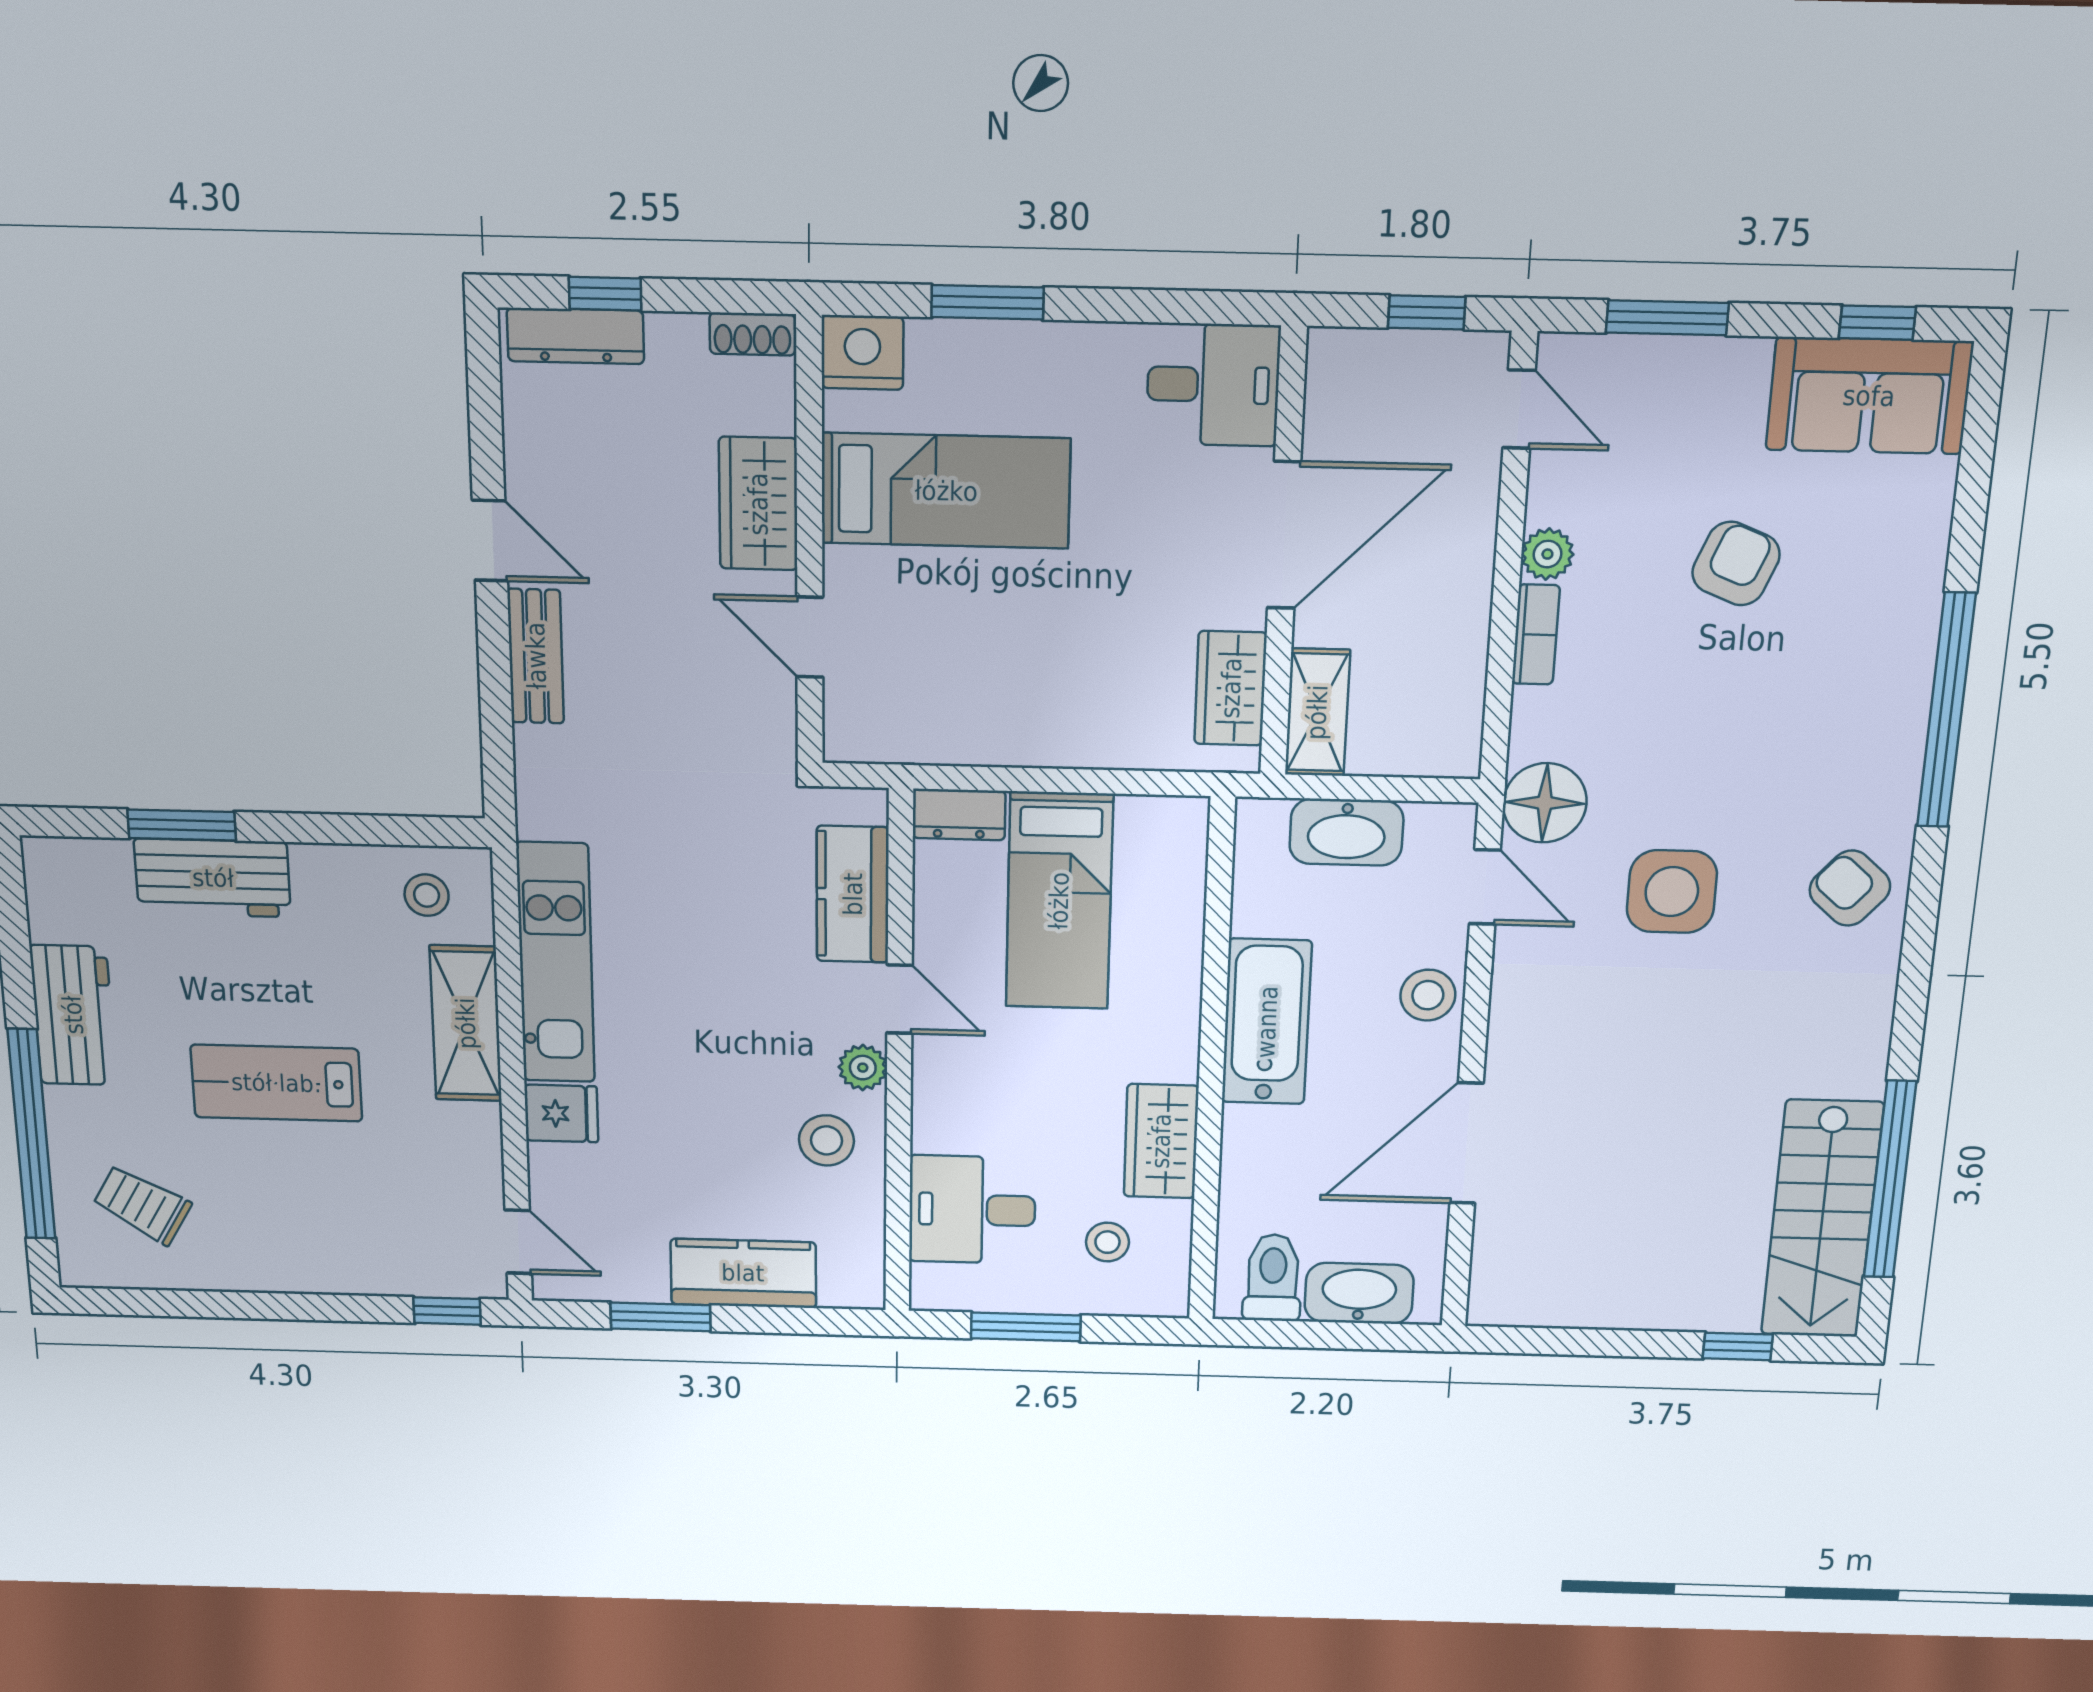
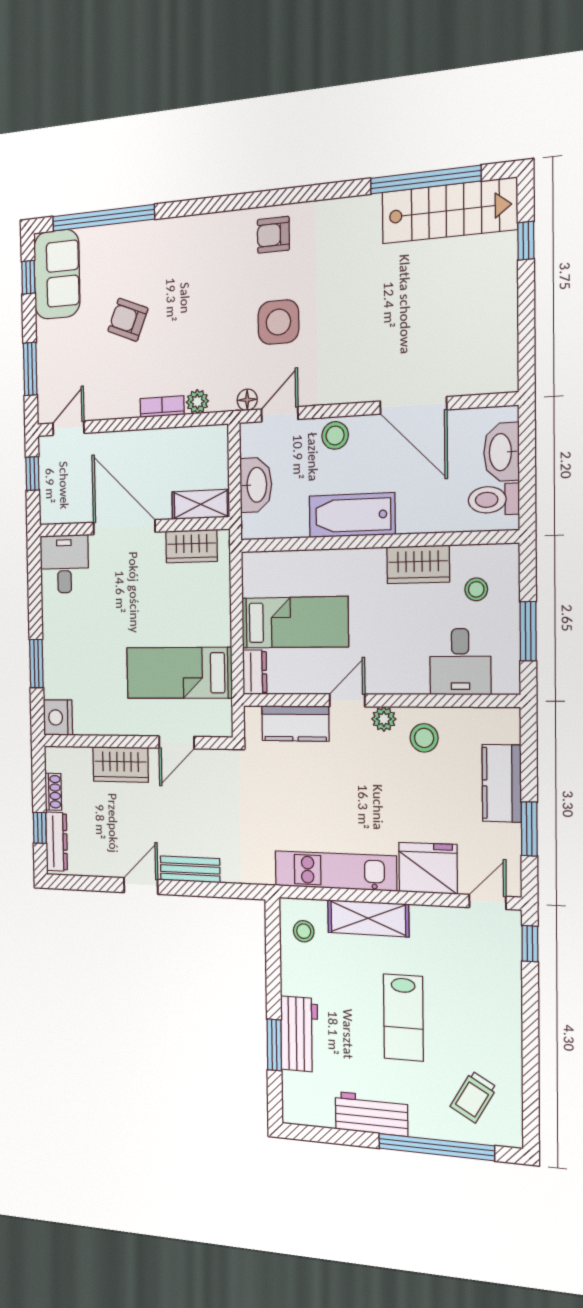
shoe rack: (752, 334) -> (53, 792), moved
bed: (946, 491) -> (179, 673), moved, turned -90
plant: (1547, 554) -> (197, 402), moved
window: (1946, 711) -> (103, 218), moved
floor lamp: (1545, 803) -> (247, 400), width x0.53, depth x0.53
armchair: (1850, 888) -> (273, 235), turned 49
fridge: (561, 1113) -> (428, 868), width x1.88, depth x1.34

